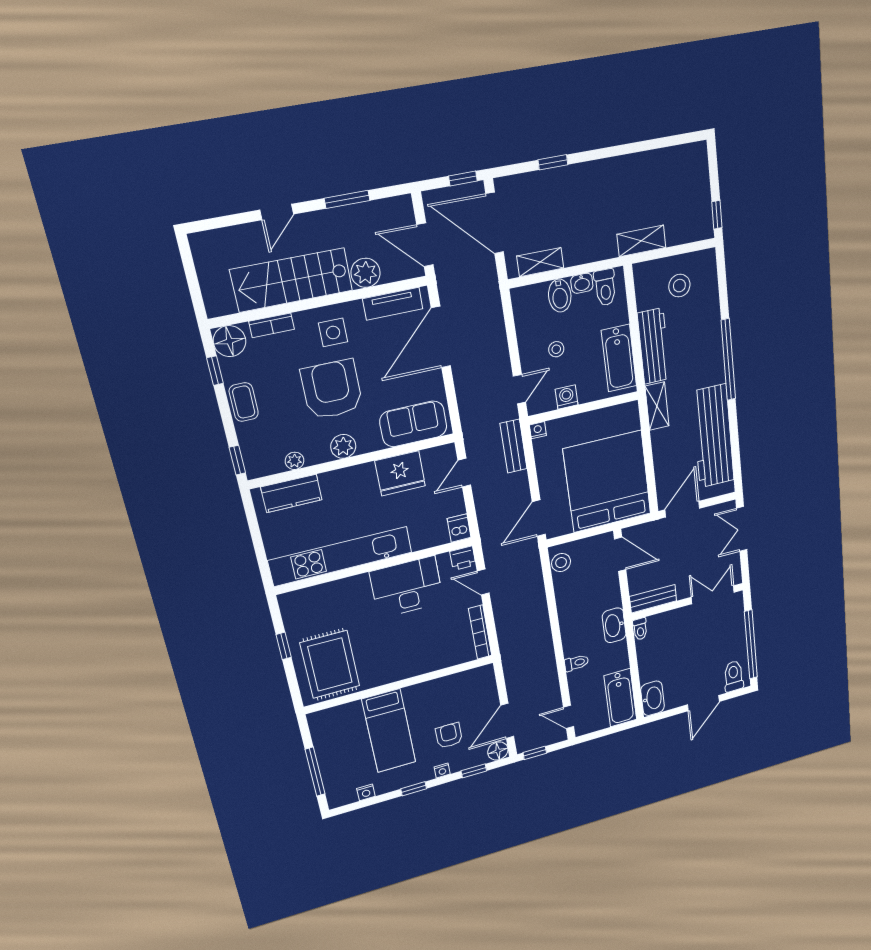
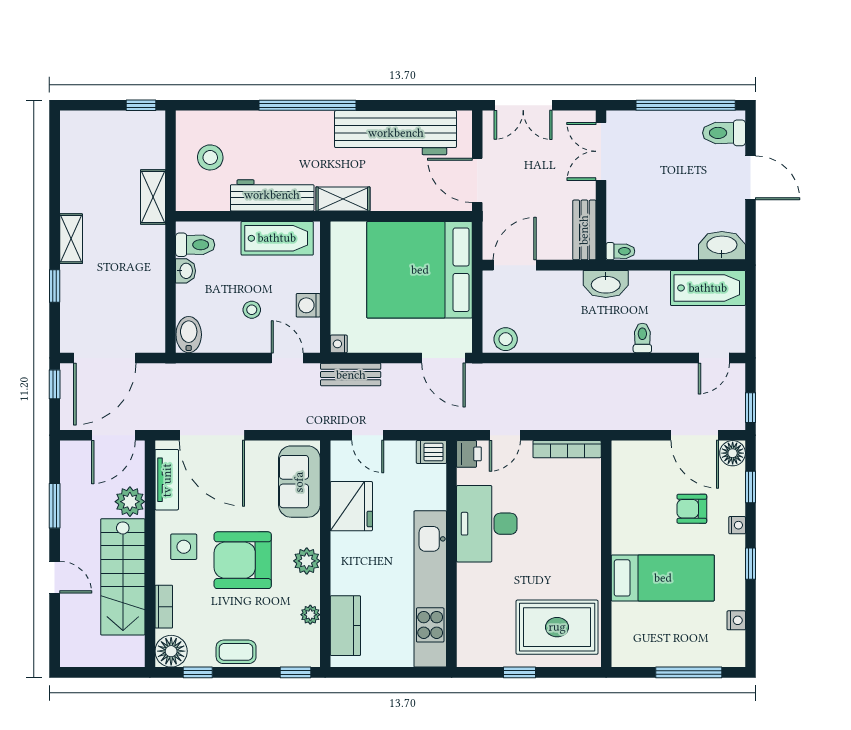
shelving: (540, 262) -> (71, 239), moved
bidet: (560, 296) -> (189, 335), moved, turned -90

